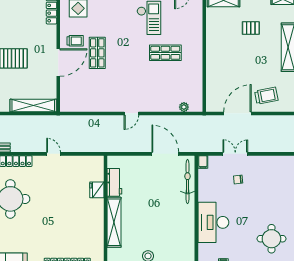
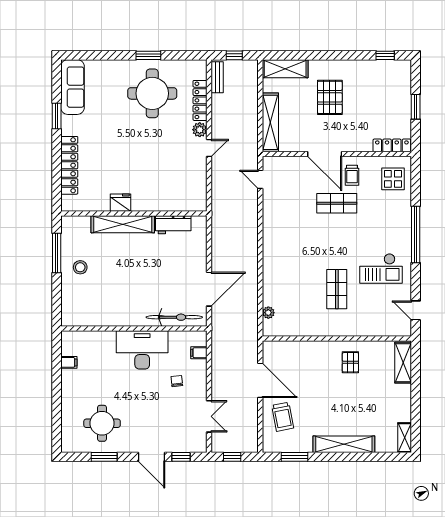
pallet: (251, 28) -> (350, 362), moved
door: (131, 113) -> (260, 179), moved
double door: (235, 154) -> (209, 416), moved
plant: (39, 161) -> (200, 130), added
filing cabinet: (203, 162) -> (199, 353), moved
fridge: (97, 190) -> (121, 203), moved
desk: (213, 222) -> (142, 350), moved

